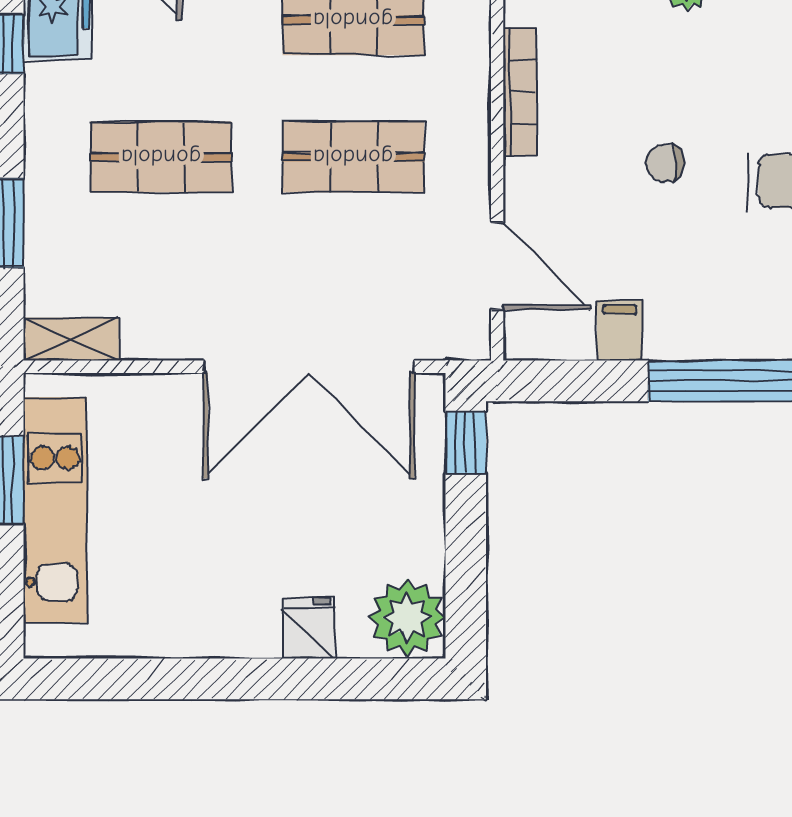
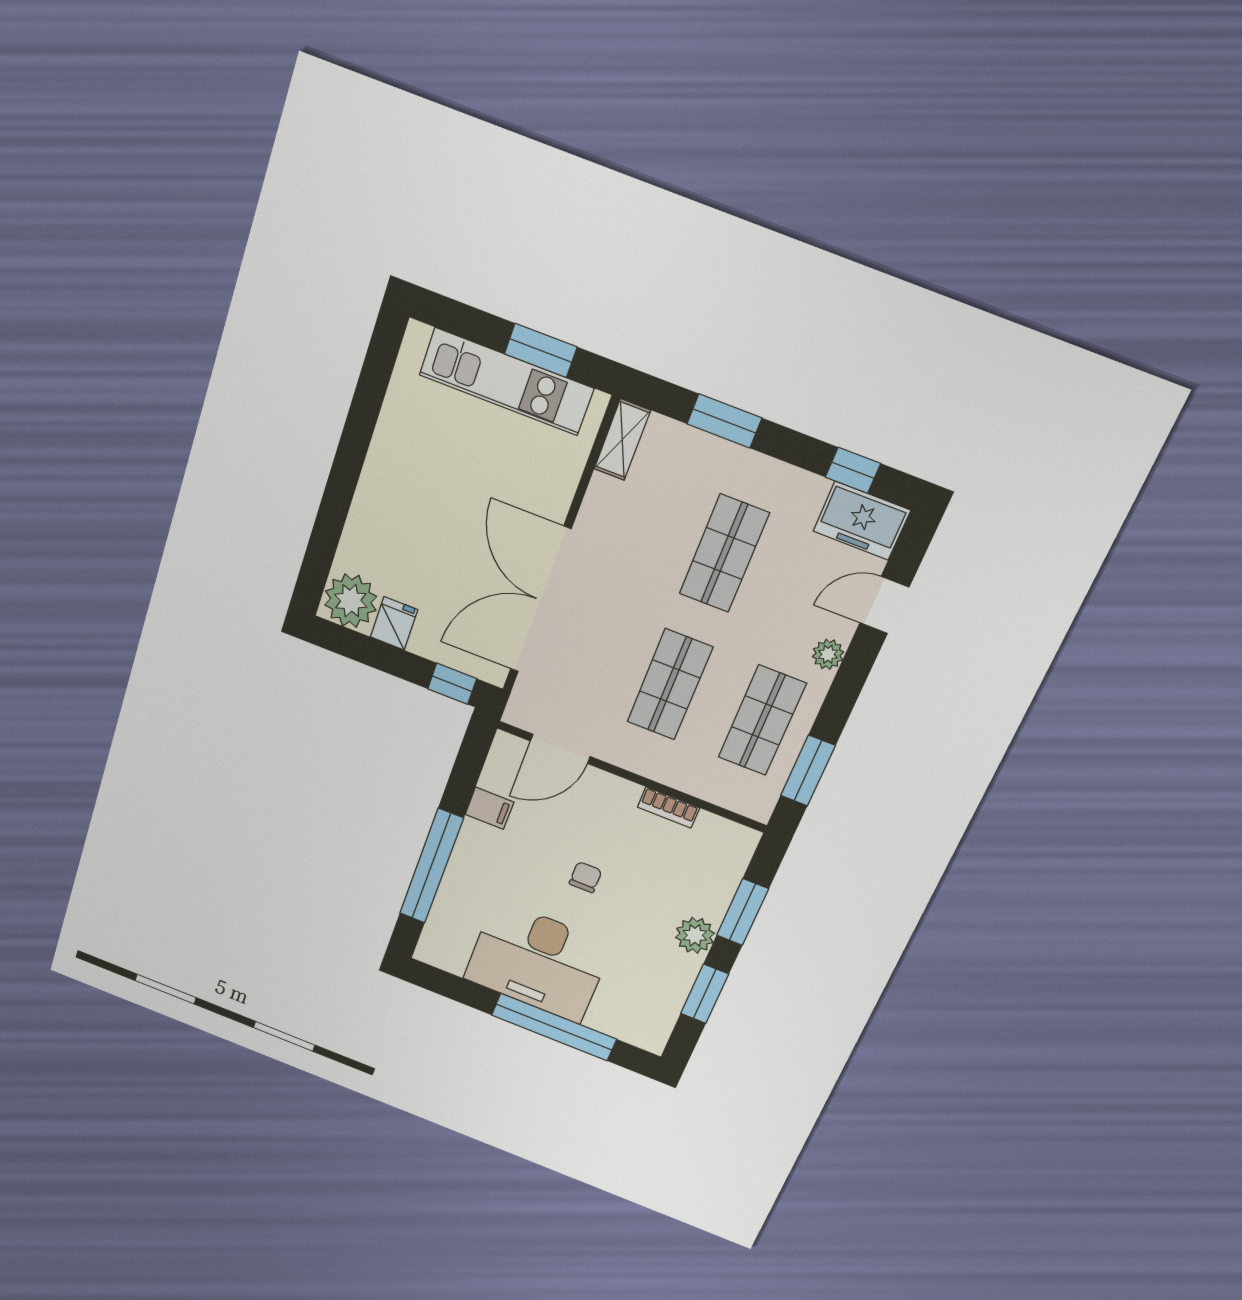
bookcase: (520, 92) -> (668, 807), width x0.64
fridge: (309, 628) -> (394, 623), moved, turned -90

